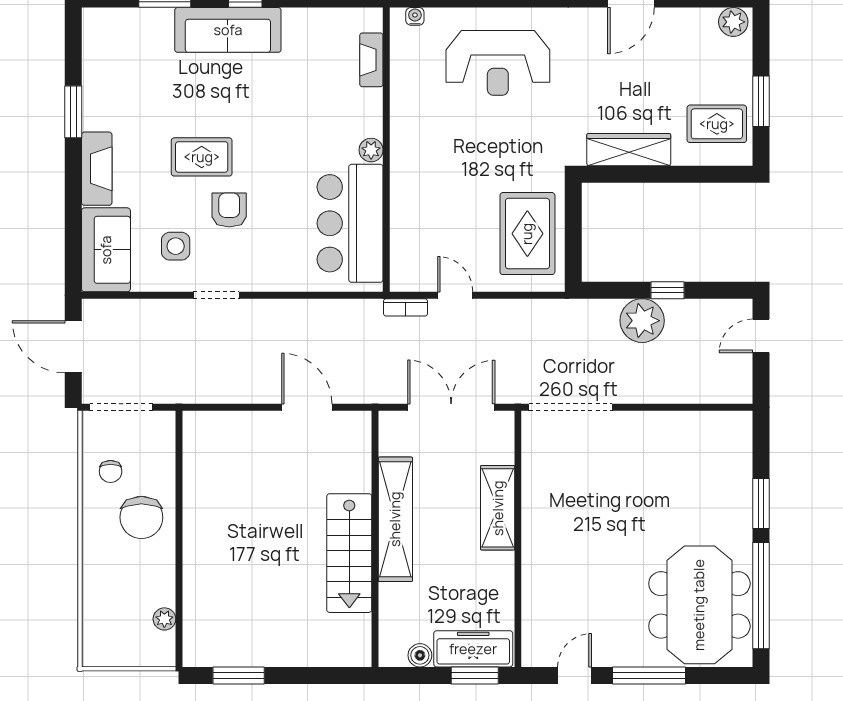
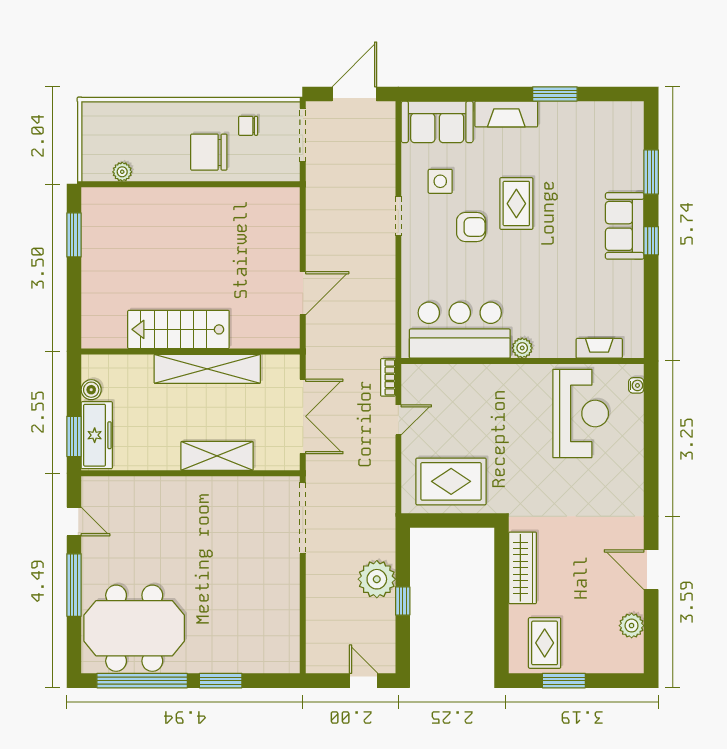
plant: (733, 22) -> (632, 626), moved
sofa: (228, 30) -> (625, 226), width x0.73
reception desk: (498, 63) -> (581, 413), moved, turned 180

